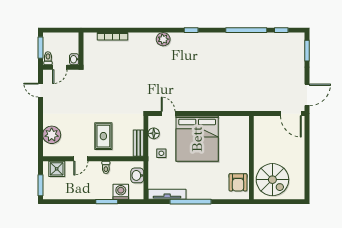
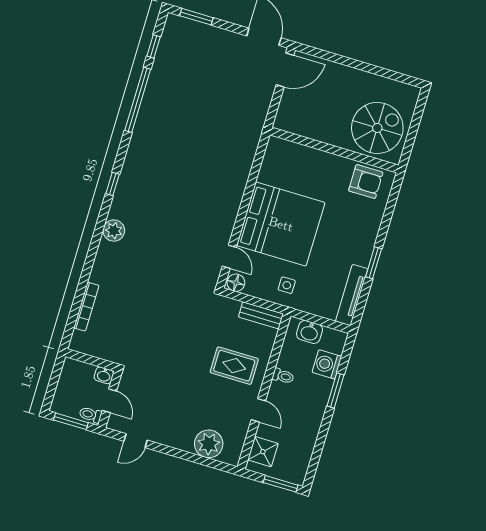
door: (168, 114) -> (229, 257), swing flipped
floor lamp: (154, 133) -> (236, 283), moved
window: (190, 202) -> (374, 263), width x0.47

